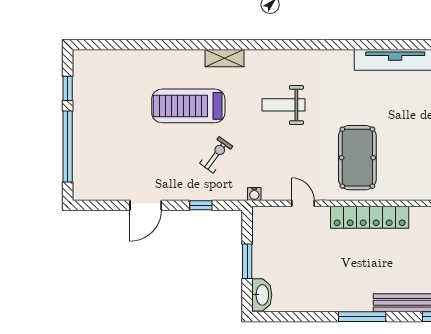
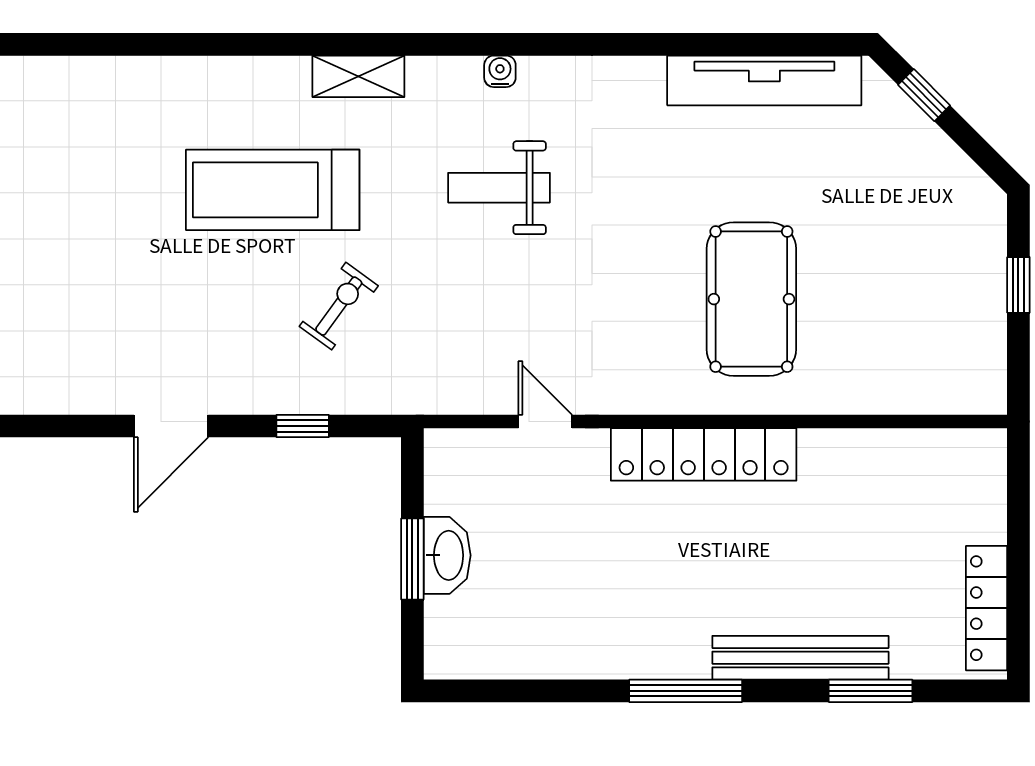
pool table: (357, 158) -> (751, 299), moved
water cooler: (254, 194) -> (500, 71), moved, turned 180
washbasin: (262, 295) -> (447, 555), moved

